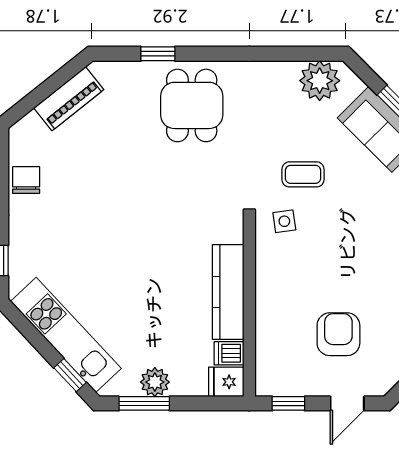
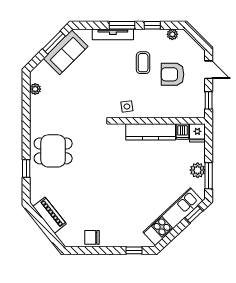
plant: (320, 81) -> (35, 89), width x0.53, depth x0.53
coffee table: (303, 174) -> (143, 63), moved
side table: (284, 221) -> (127, 106), moved

